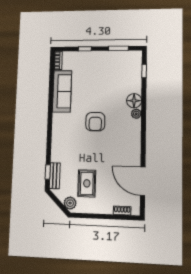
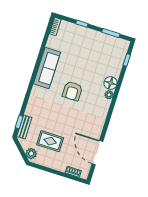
sofa: (62, 91) -> (47, 68), moved
rug: (87, 183) -> (50, 141), turned 90

